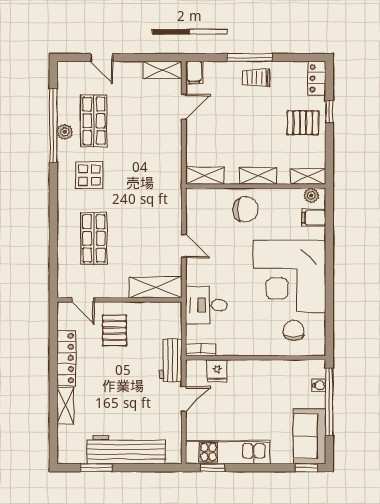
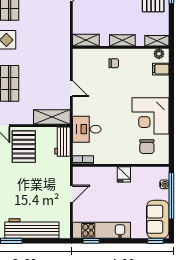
chair: (246, 209) -> (114, 63), width x0.54, depth x0.54
corner desk: (289, 276) -> (151, 116), width x0.74, depth x0.74
pallet: (115, 330) -> (24, 147), width x1.50, depth x1.42
chair: (294, 330) -> (147, 147), turned 180
workbench: (171, 360) -> (62, 142), moved
fridge: (217, 371) -> (124, 174), moved

